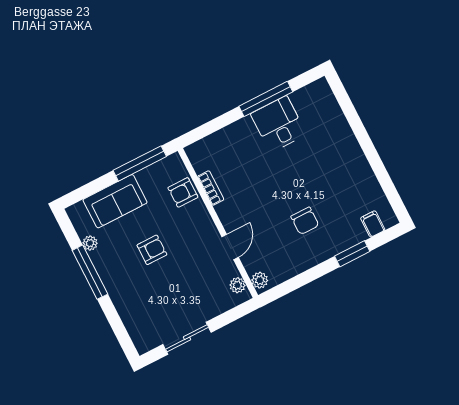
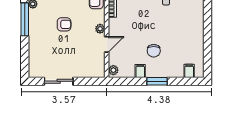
window: (352, 254) -> (157, 81), moved
filing cabinet: (300, 261) -> (140, 71), added
plant: (237, 285) -> (100, 29), moved

